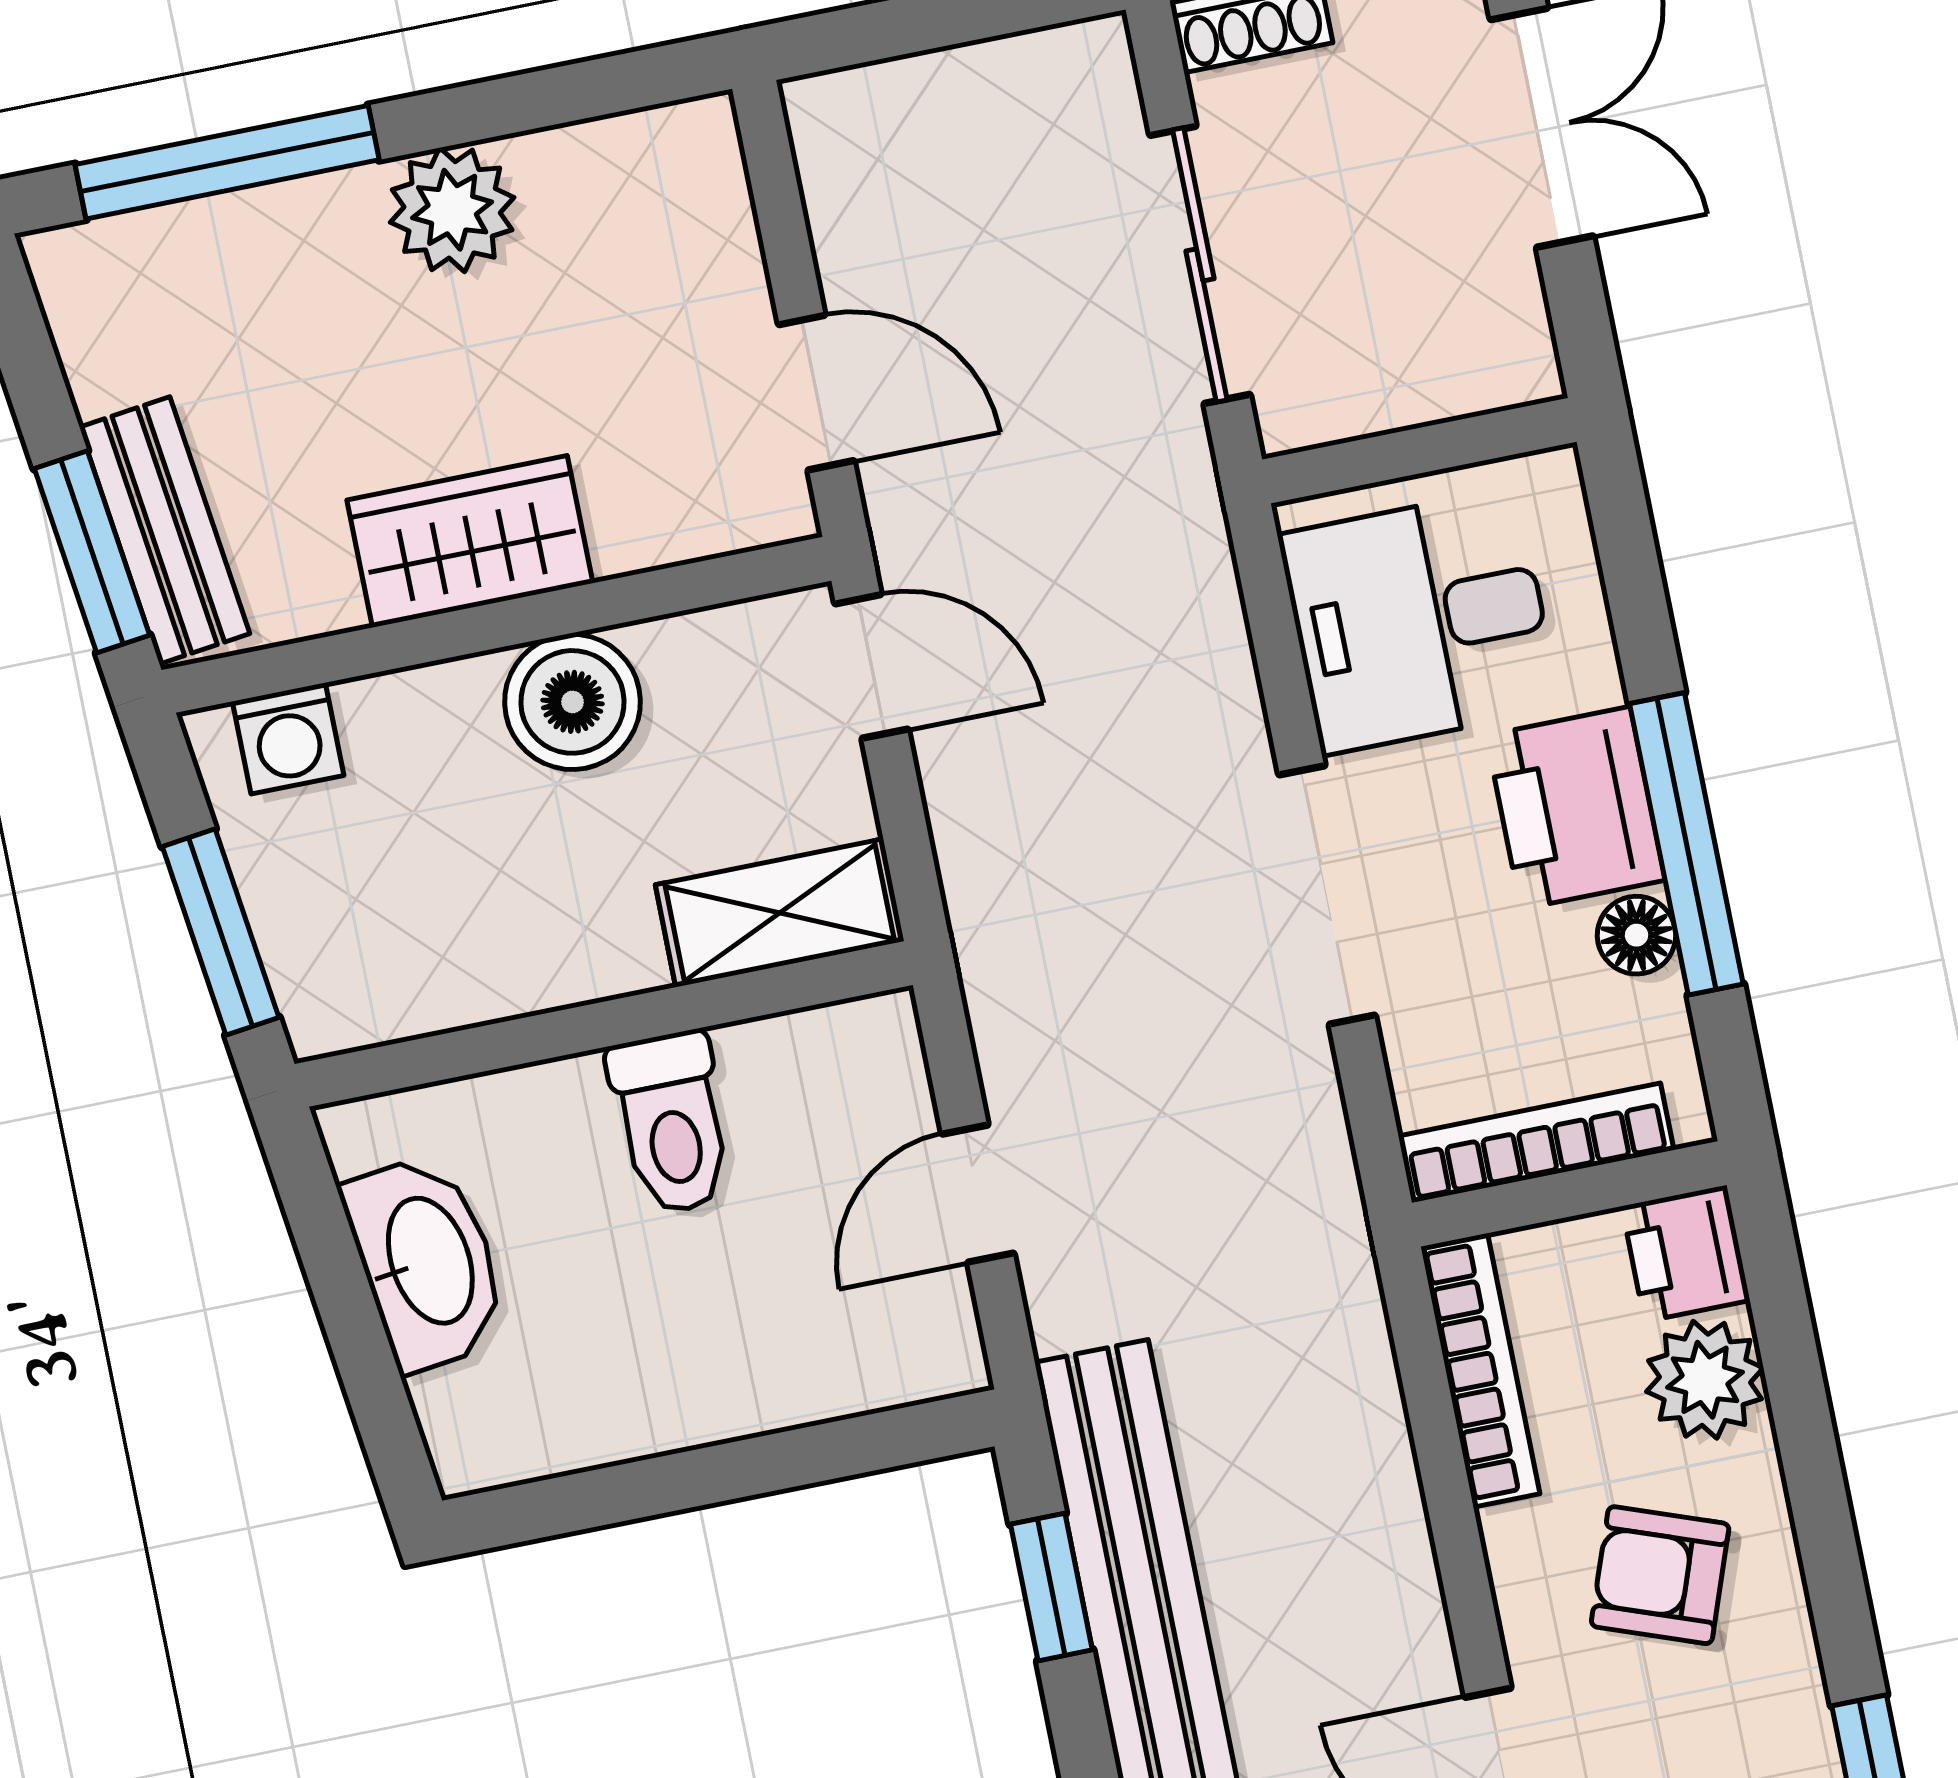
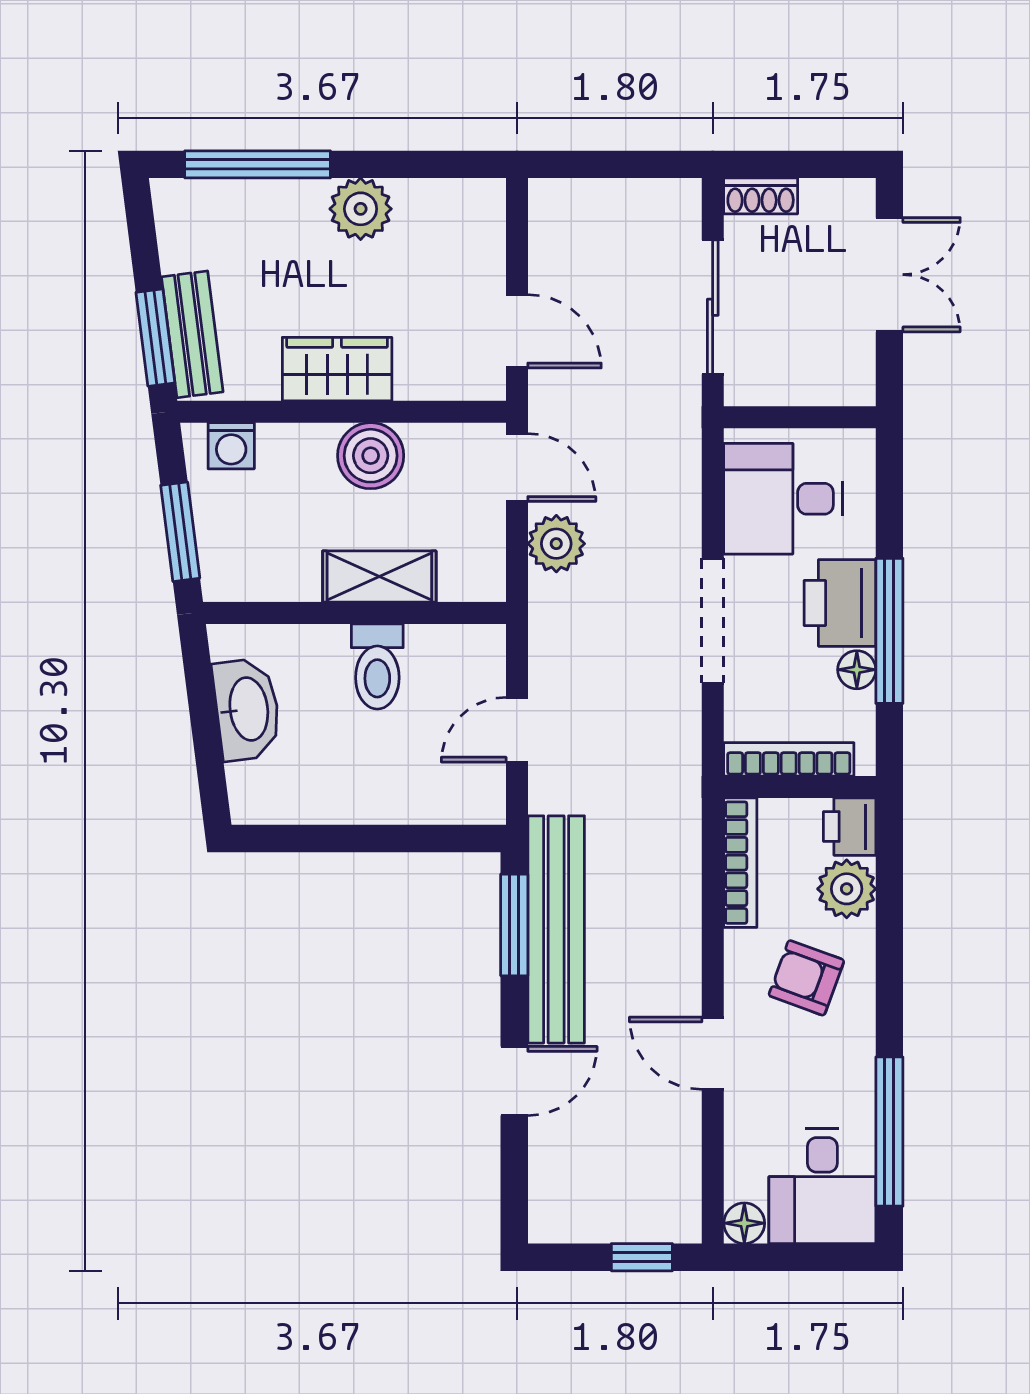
plant: (981, 804) -> (556, 544), added
shelving: (780, 913) -> (379, 576), moved
window: (1051, 1587) -> (514, 925), width x1.50

